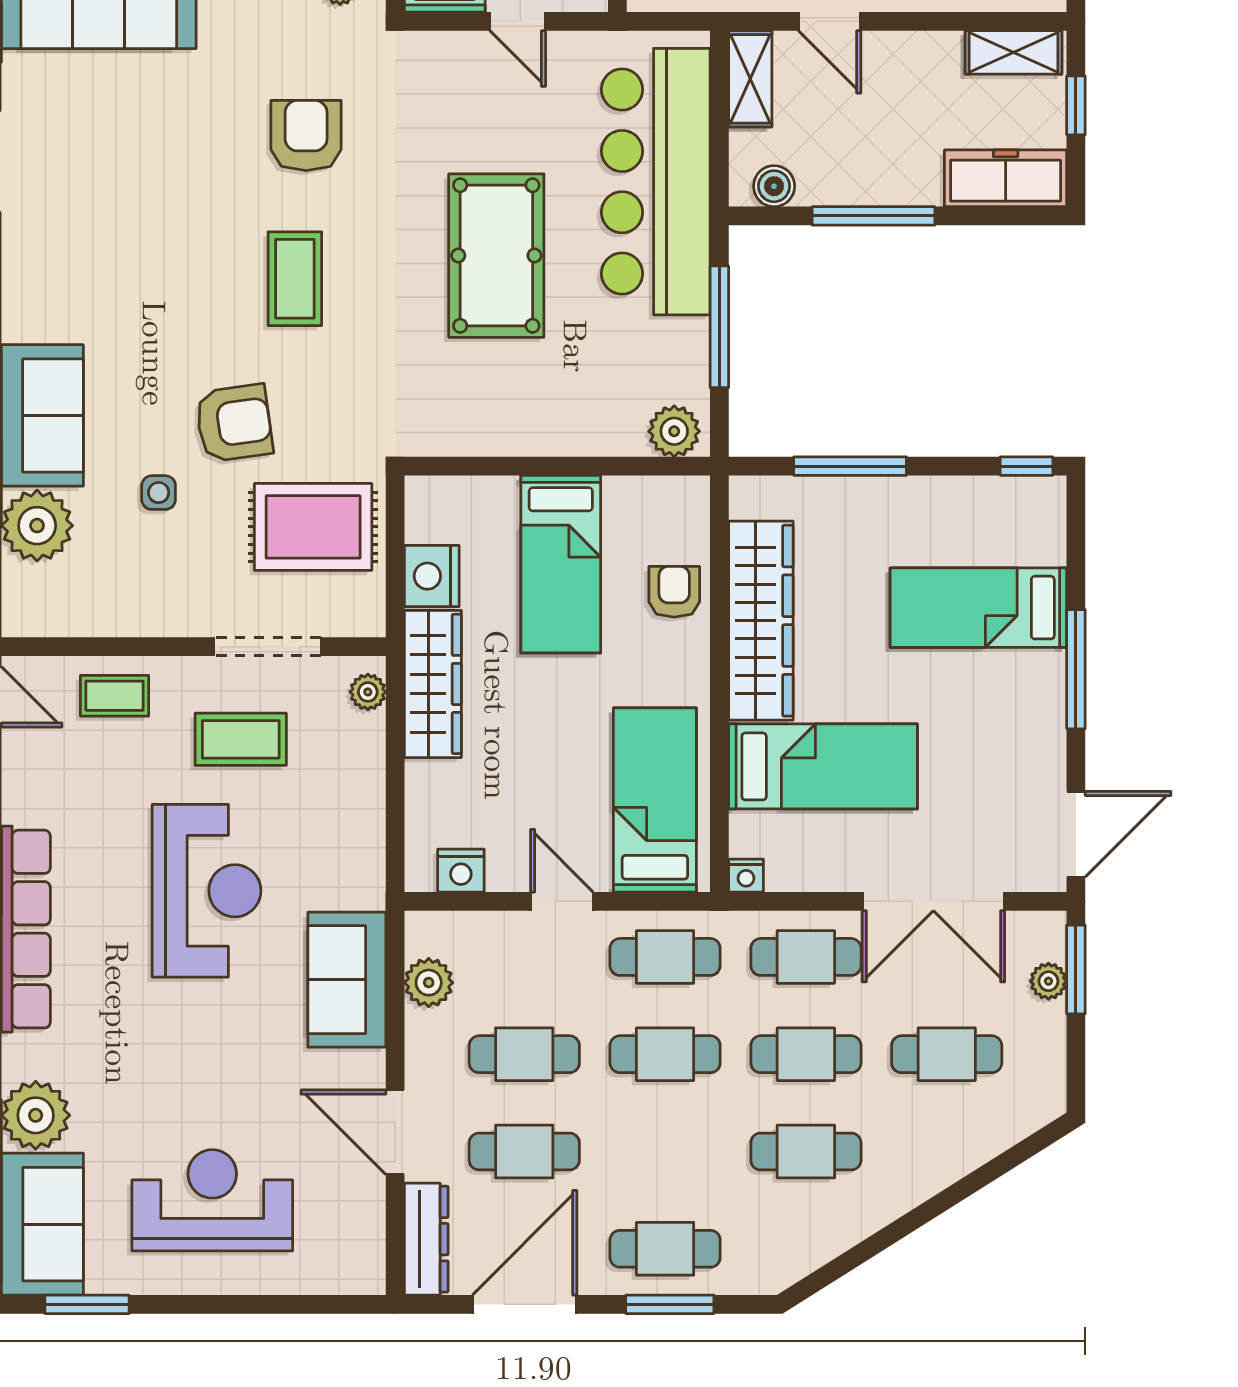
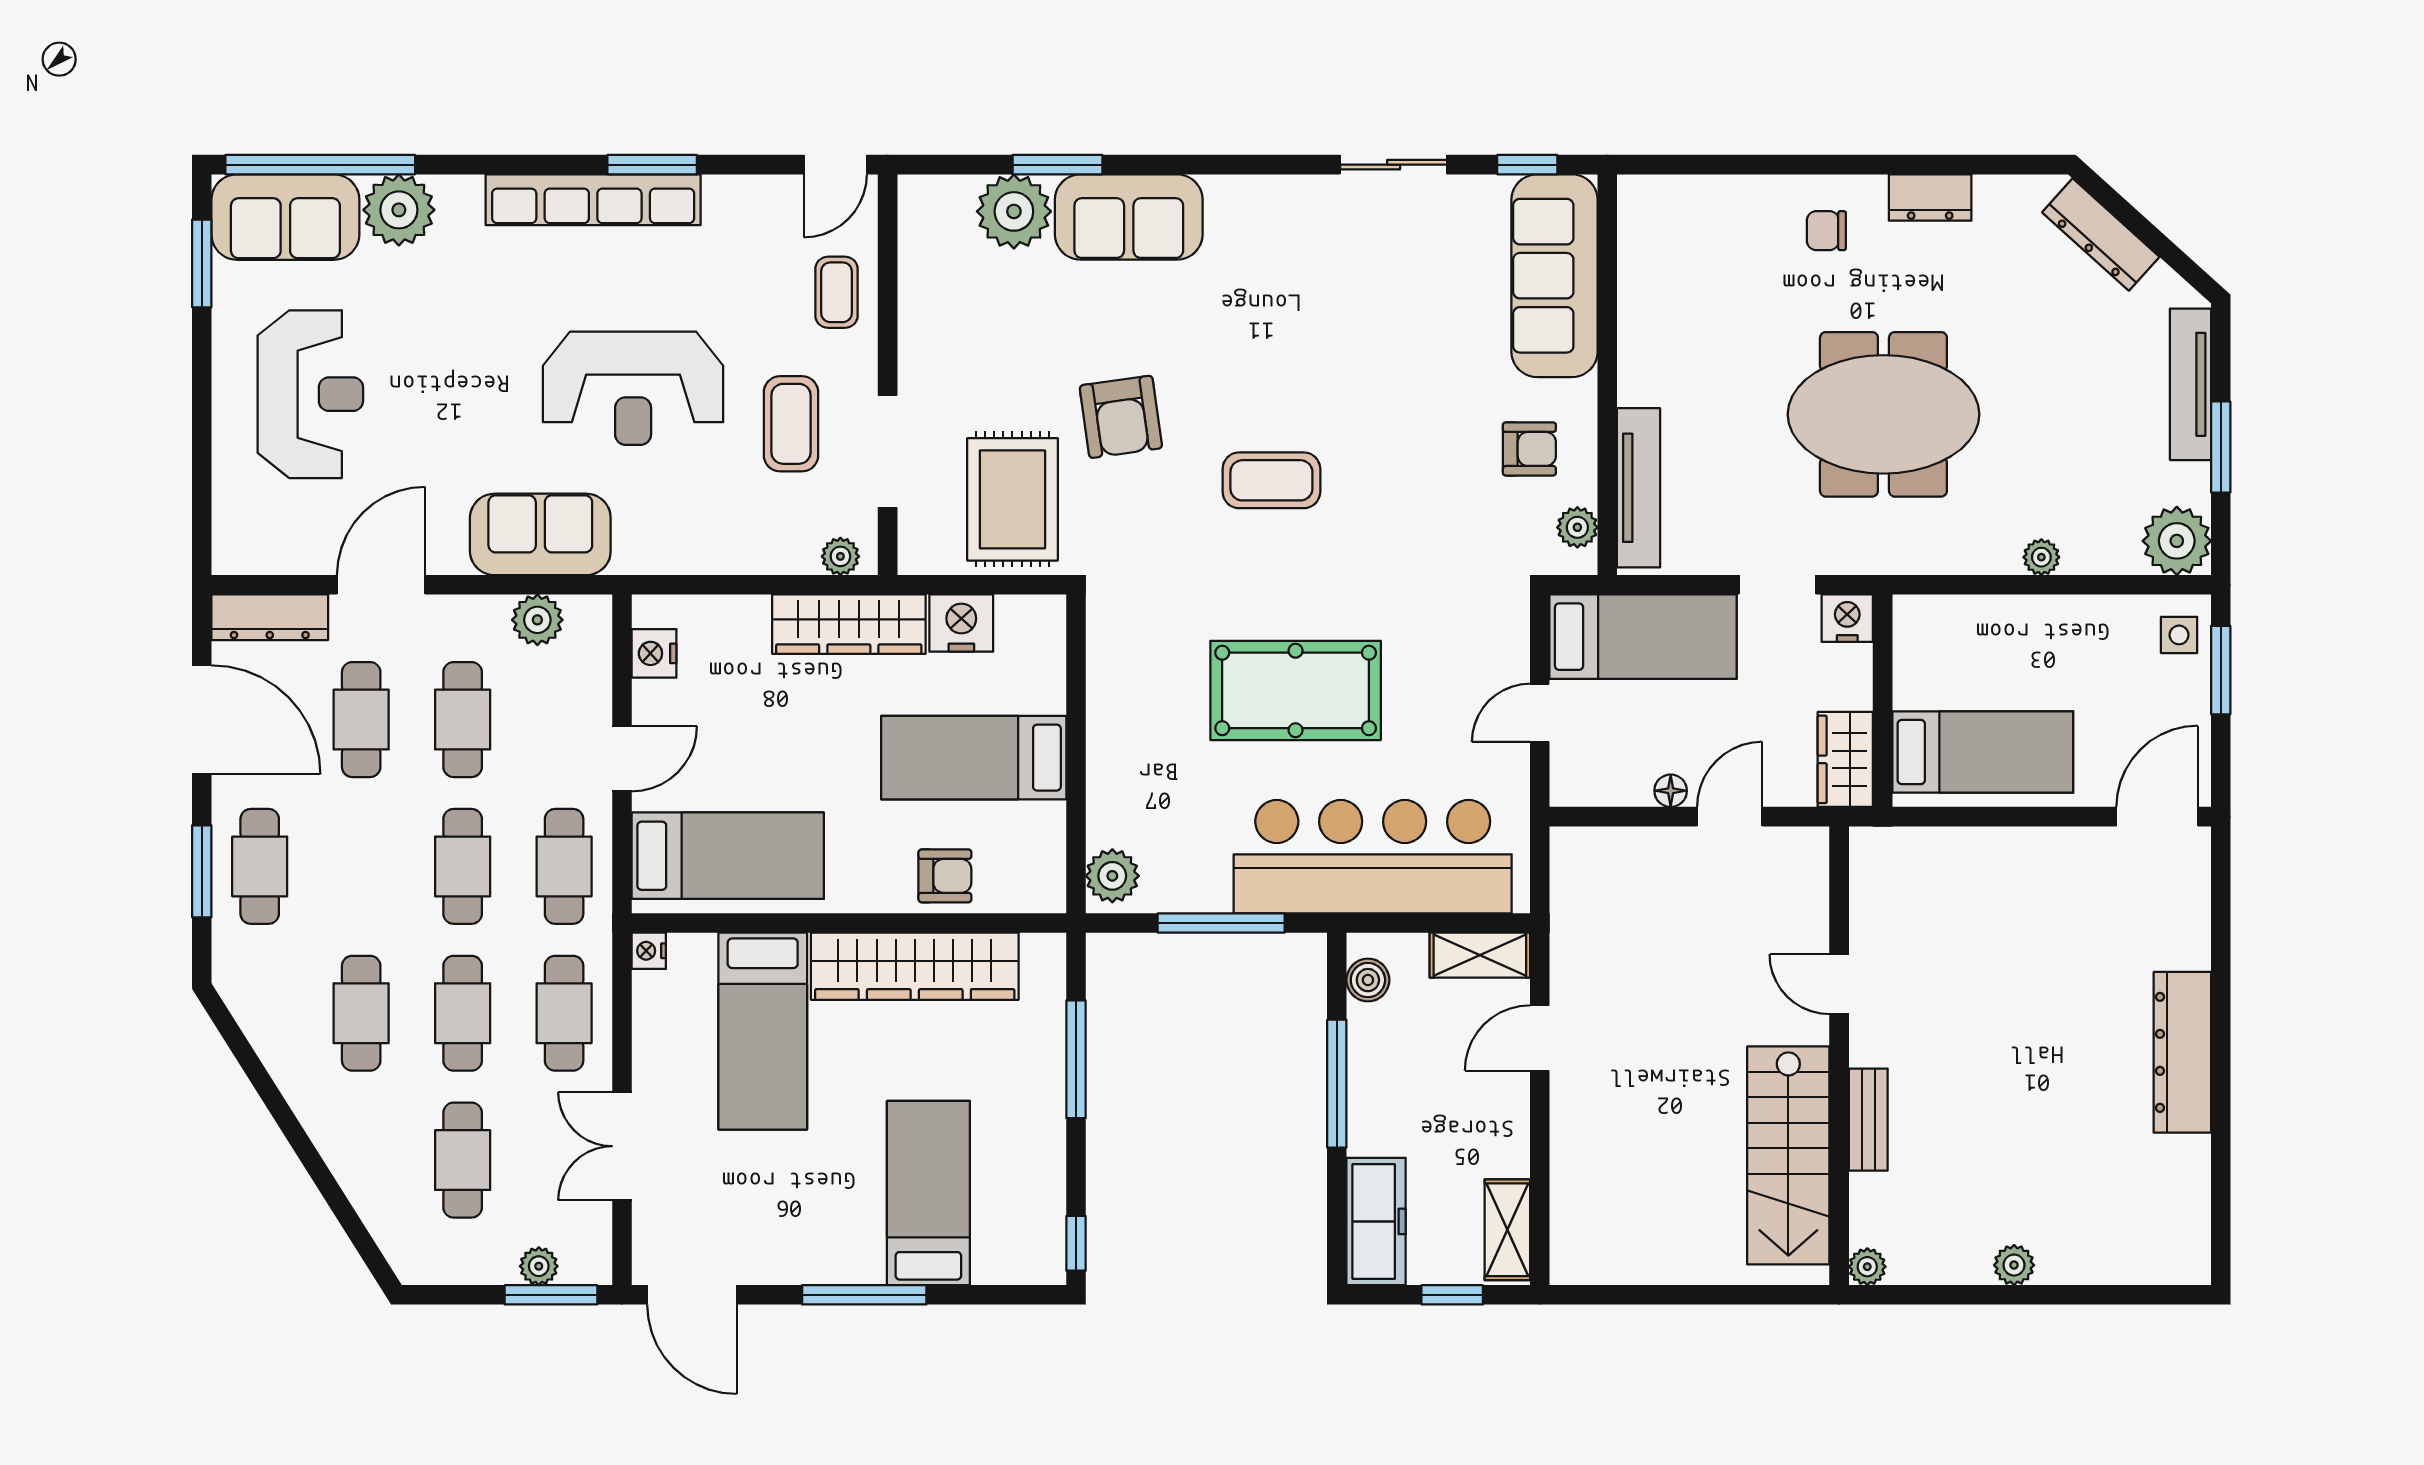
armchair: (306, 135) -> (1529, 449), moved, width x0.72, depth x0.72
side table: (159, 493) -> (1048, 338), removed
double door: (933, 901) -> (622, 1146), width x0.73

